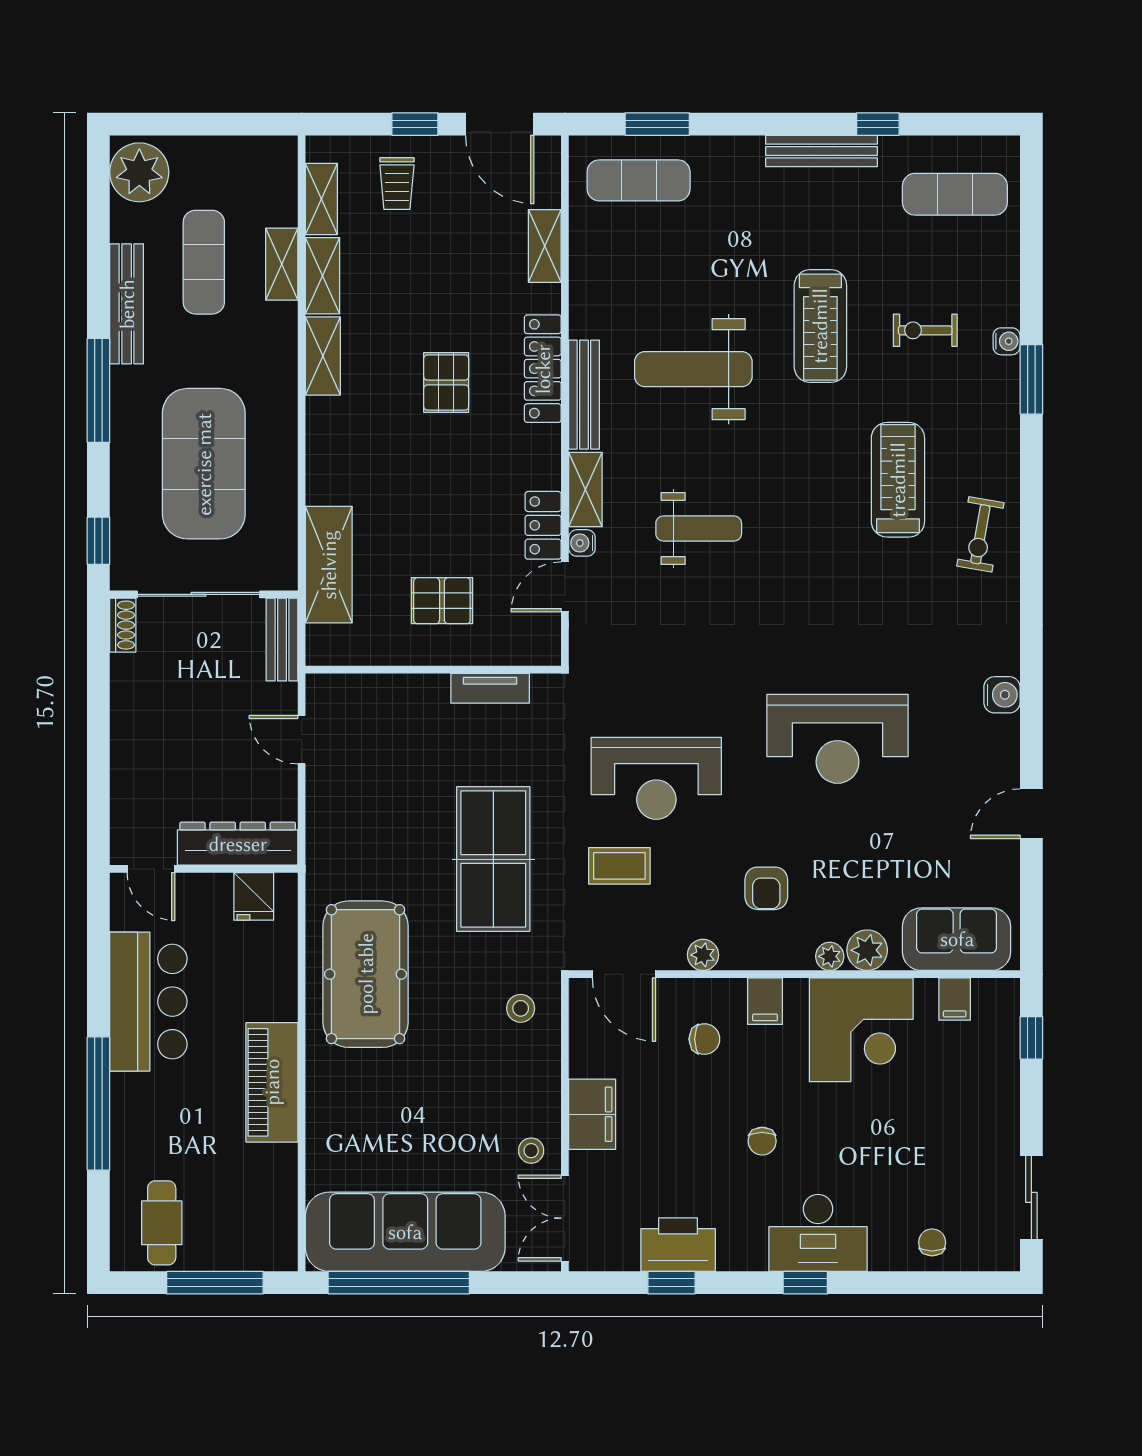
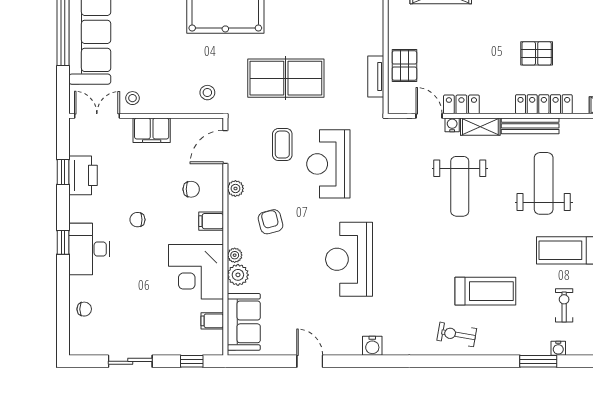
weight bench: (699, 529) -> (460, 186), width x1.36, depth x1.33
pallet: (442, 601) -> (404, 66), moved
armchair: (766, 888) -> (271, 222), turned 75
chair: (704, 1039) -> (191, 189), turned -90
sliding door: (1031, 1197) -> (130, 361), moved

